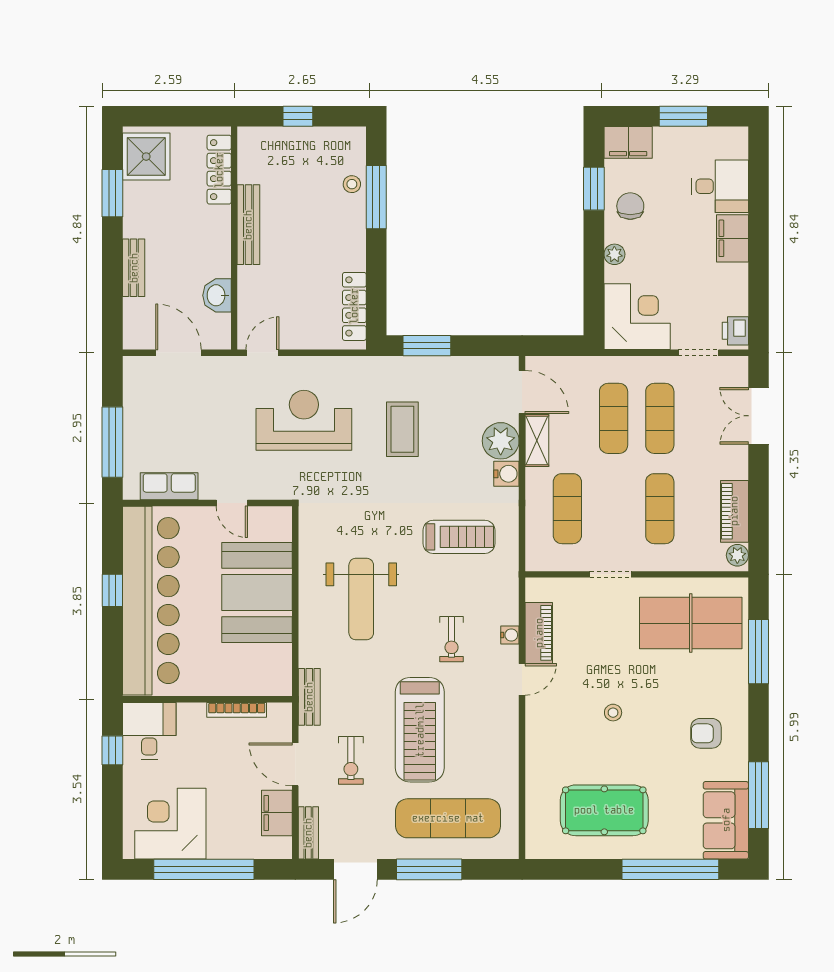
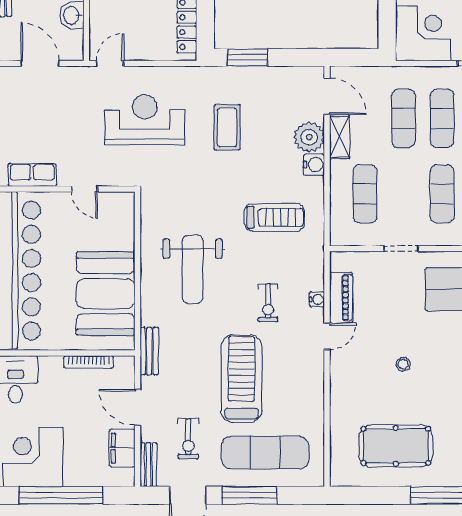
booth: (257, 592) -> (106, 294), moved
treadmill: (420, 730) -> (242, 379), turned 180
exercise bike: (351, 760) -> (188, 439), moved

